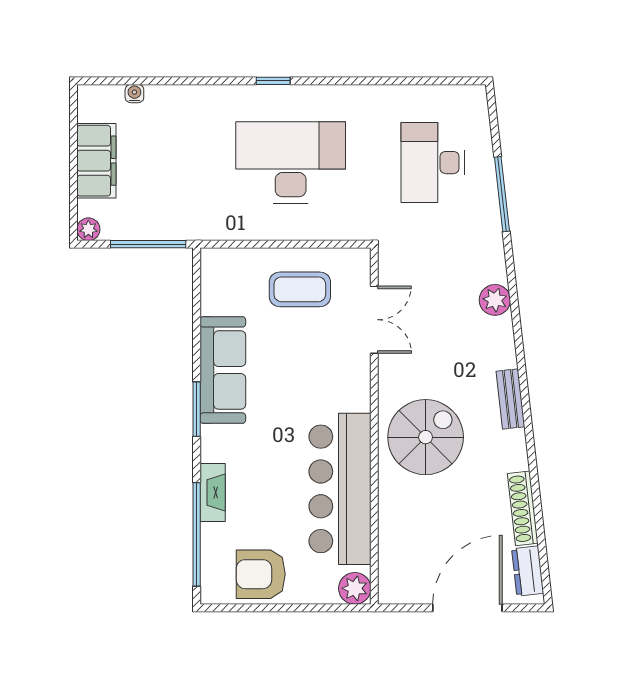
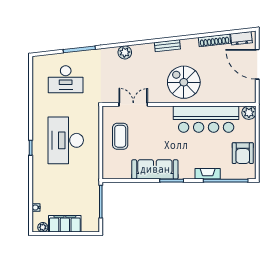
plant: (88, 229) -> (43, 227), moved

